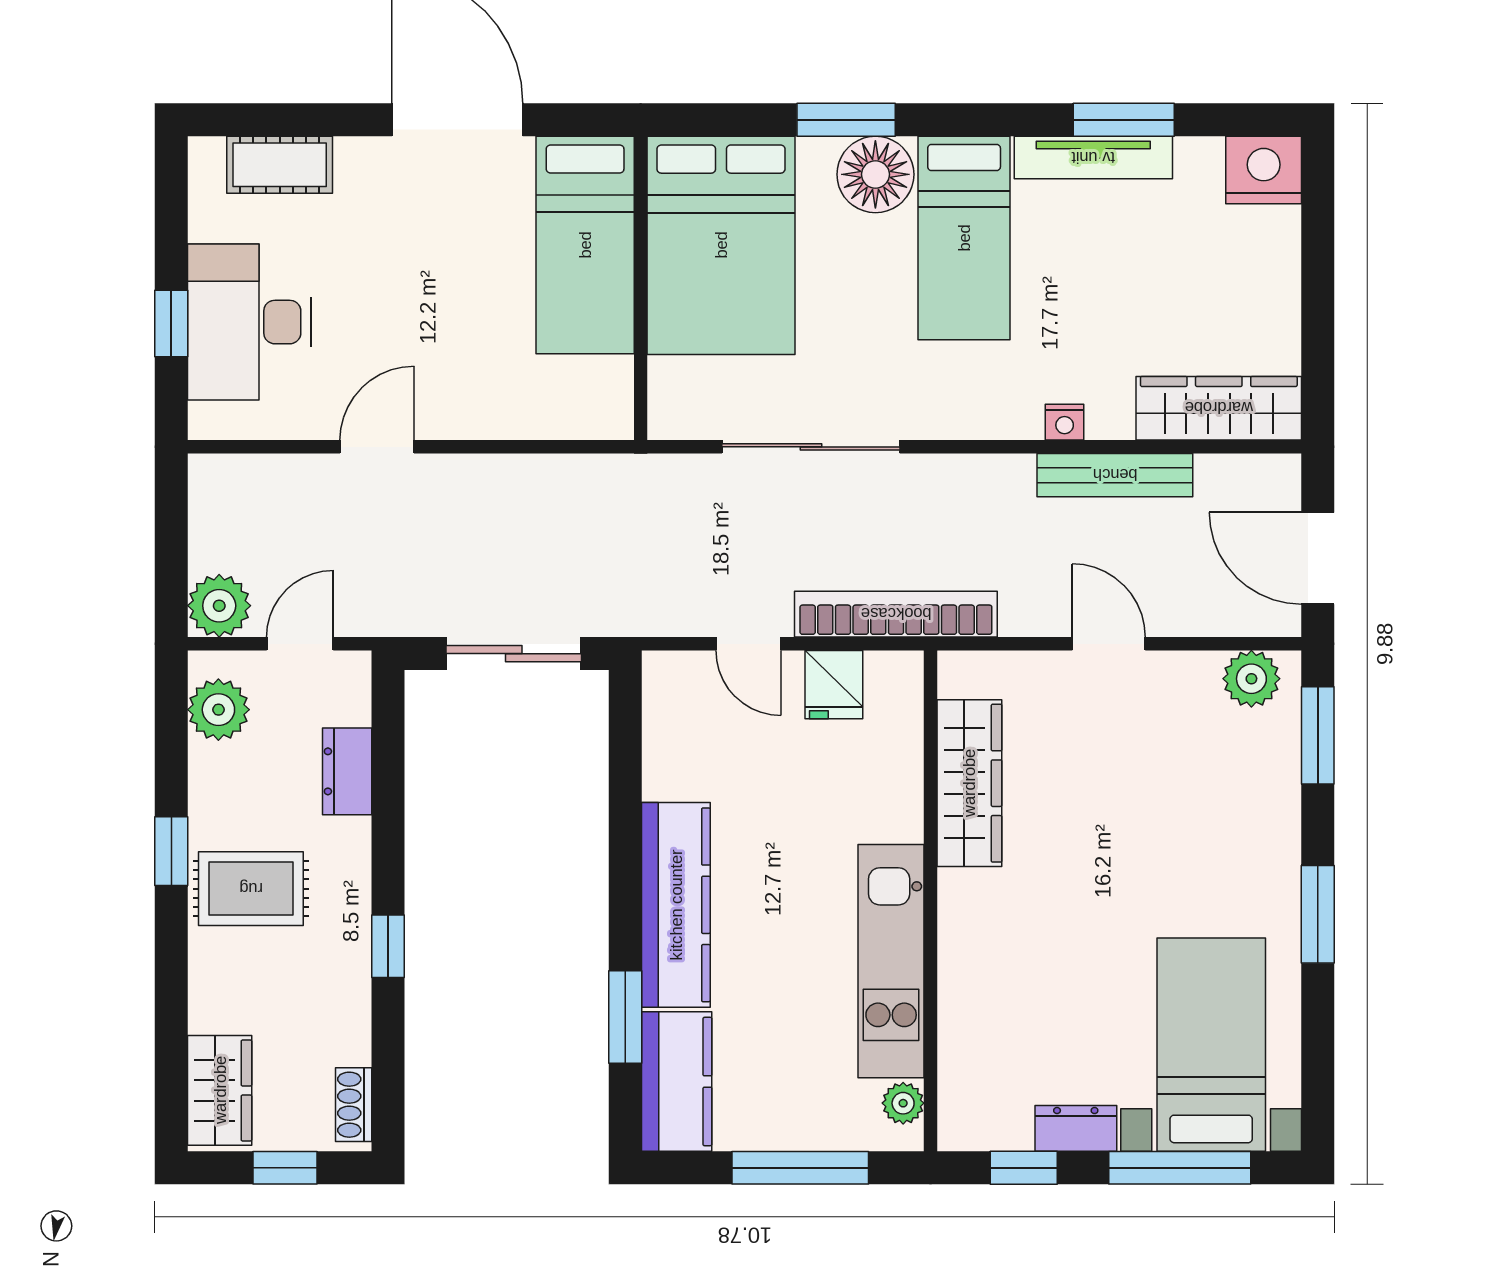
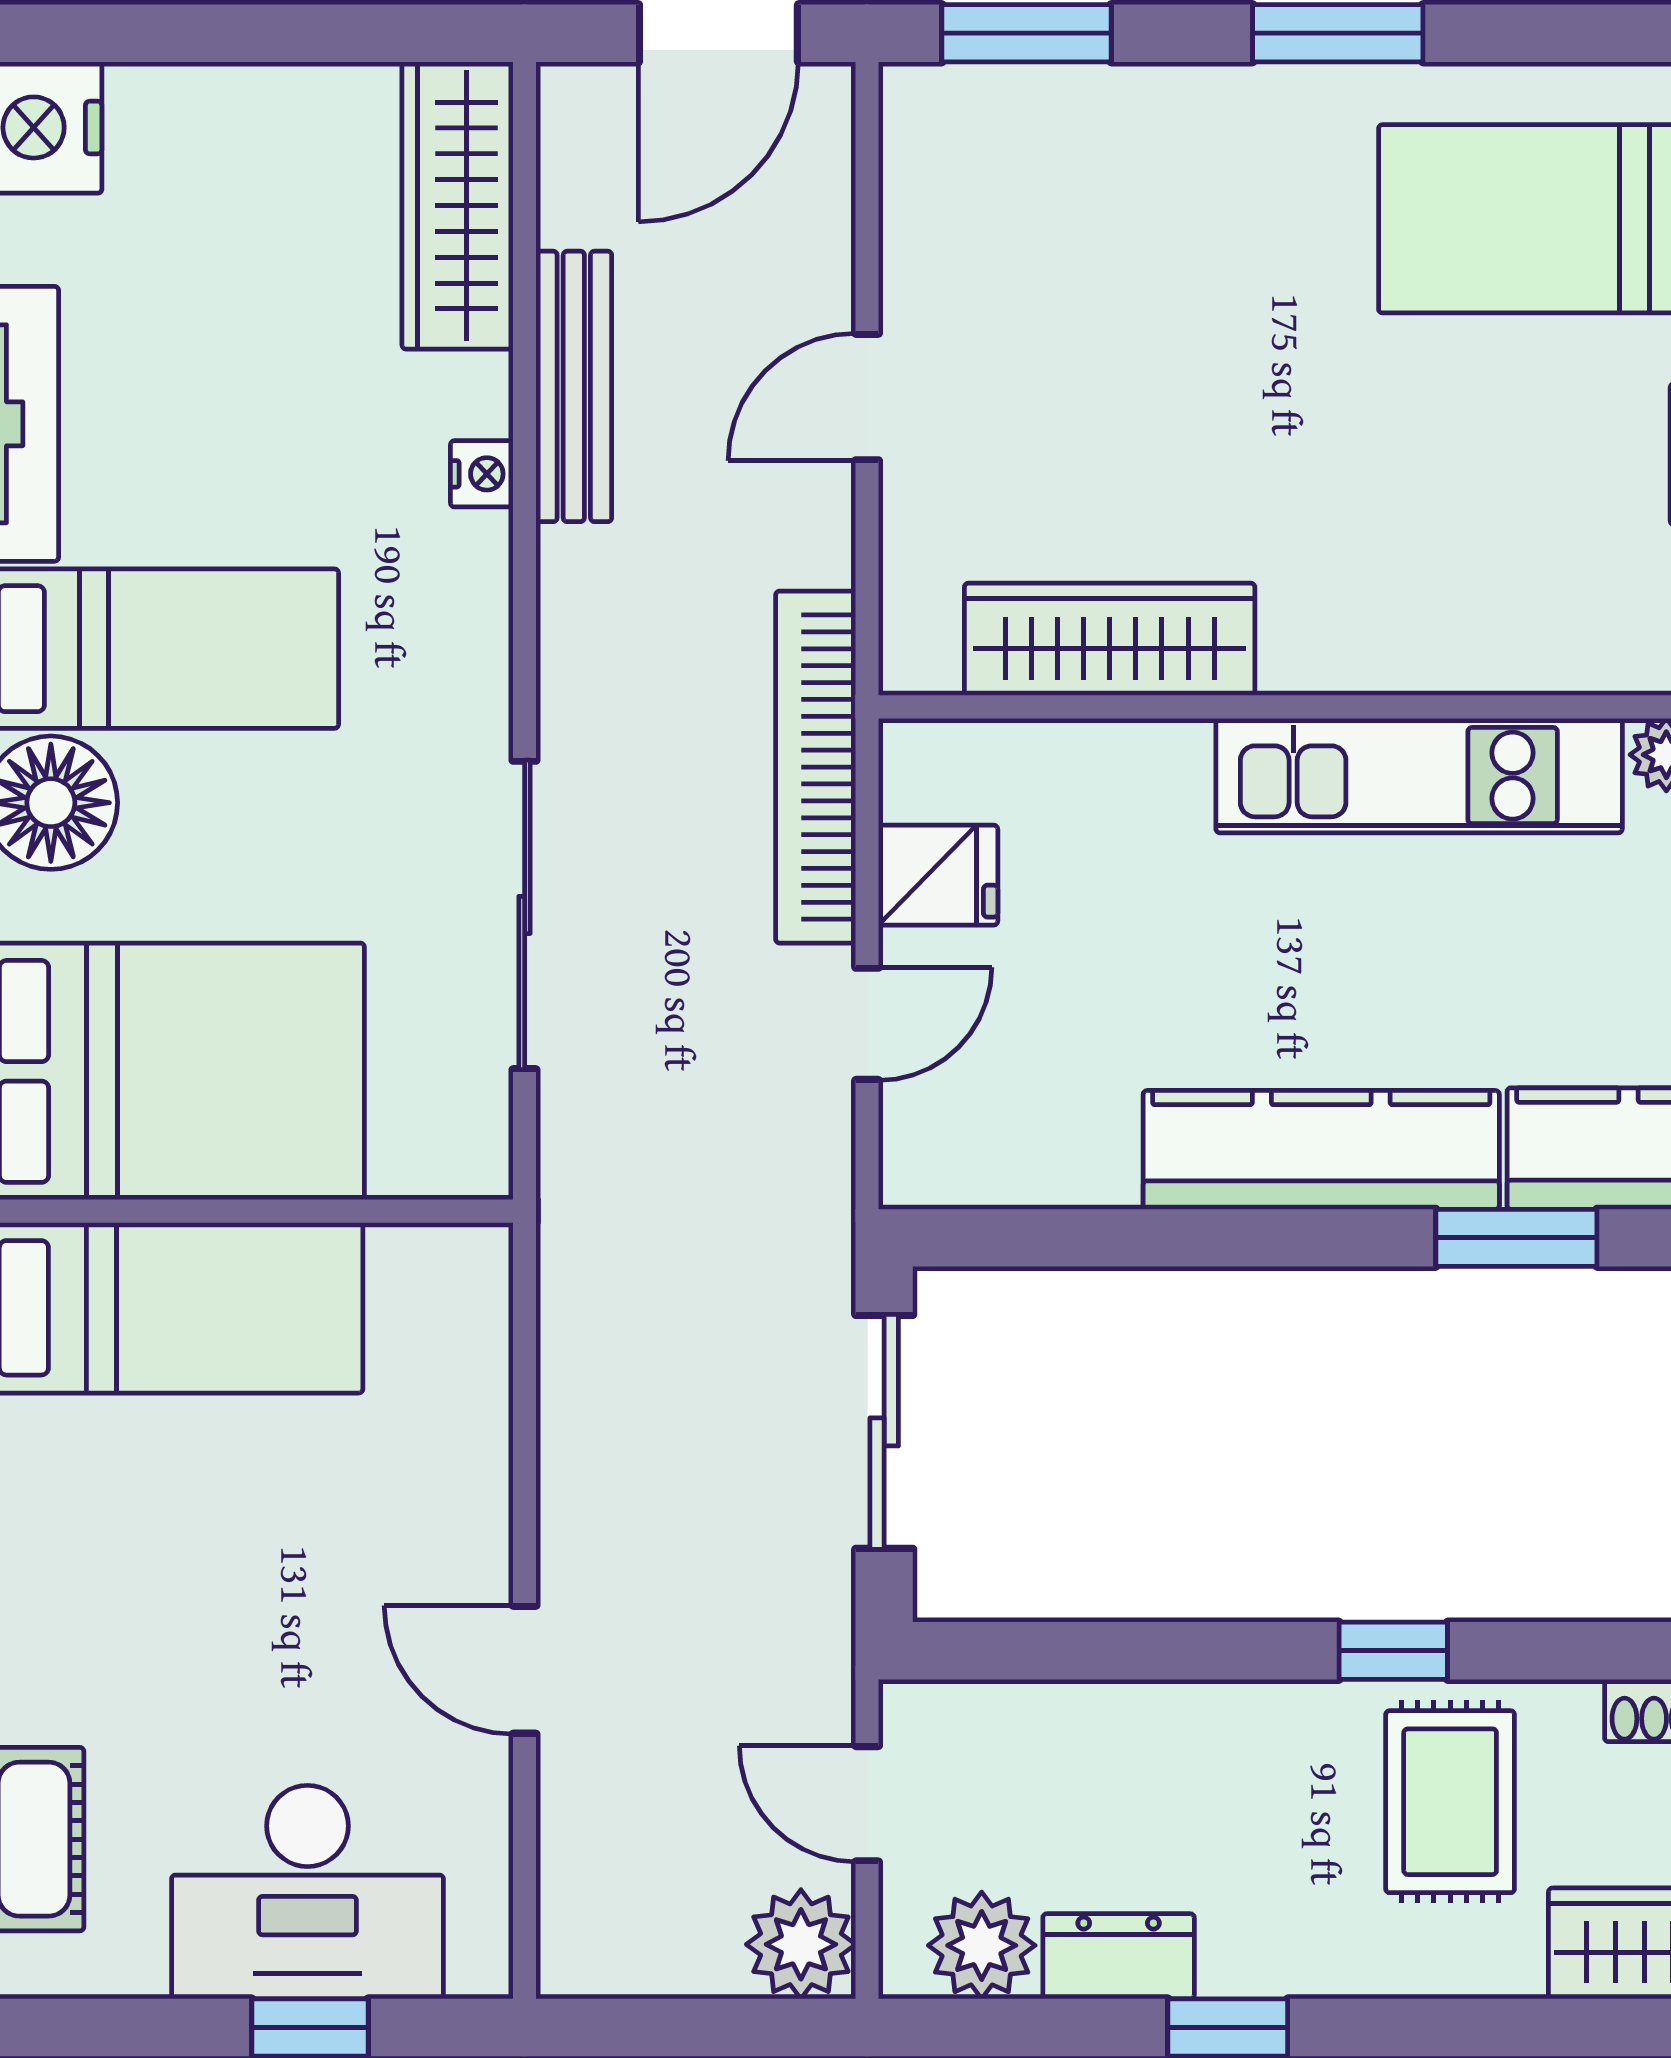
plant: (1251, 679) -> (928, 149), removed
dresser: (347, 771) -> (1119, 1956), moved, turned 180
rug: (251, 889) -> (1450, 1802), moved

